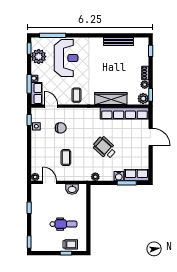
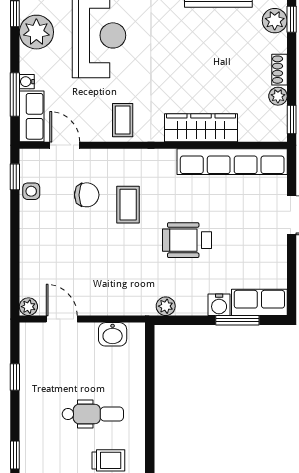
plant: (143, 99) -> (275, 21), moved
wheelchair: (105, 148) -> (187, 240), turned -42
coffee table: (66, 158) -> (128, 205), moved

